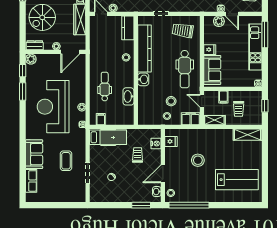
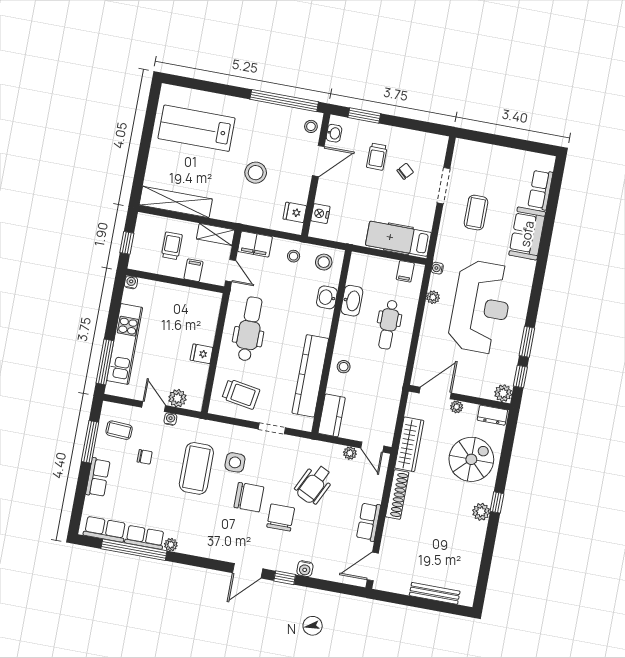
sofa: (212, 70) -> (204, 319), removed
washbasin: (143, 79) -> (327, 297), moved
stool: (171, 101) -> (324, 262), moved
shelving: (248, 135) -> (176, 202), width x1.47
trolley: (138, 155) -> (377, 157), moved

